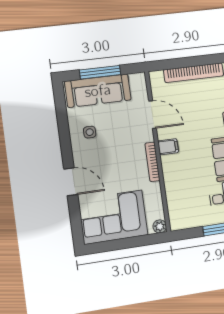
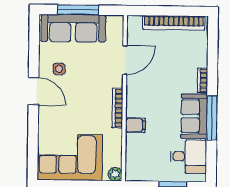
door: (152, 115) -> (125, 60), hinge flipped
filing cabinet: (168, 147) -> (135, 125), moved
door: (71, 182) -> (33, 91), moved

